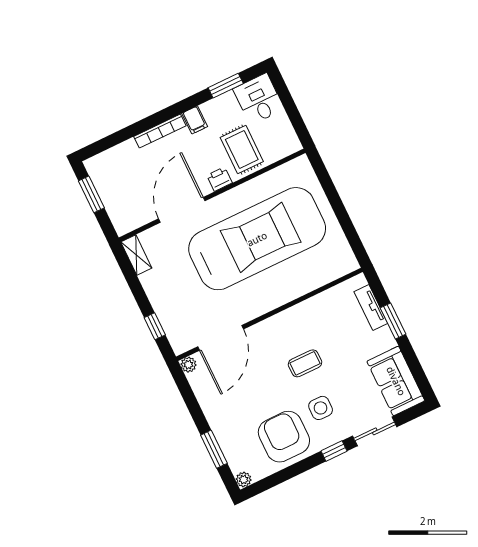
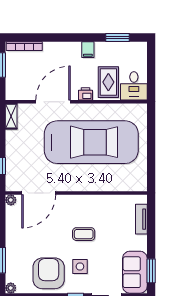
desk: (259, 99) -> (134, 86), moved, turned 180
bookcase: (160, 131) -> (24, 46), moved
window: (393, 321) -> (151, 271), moved

